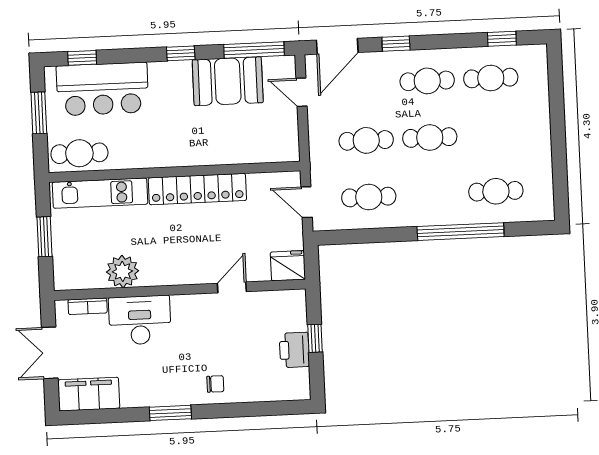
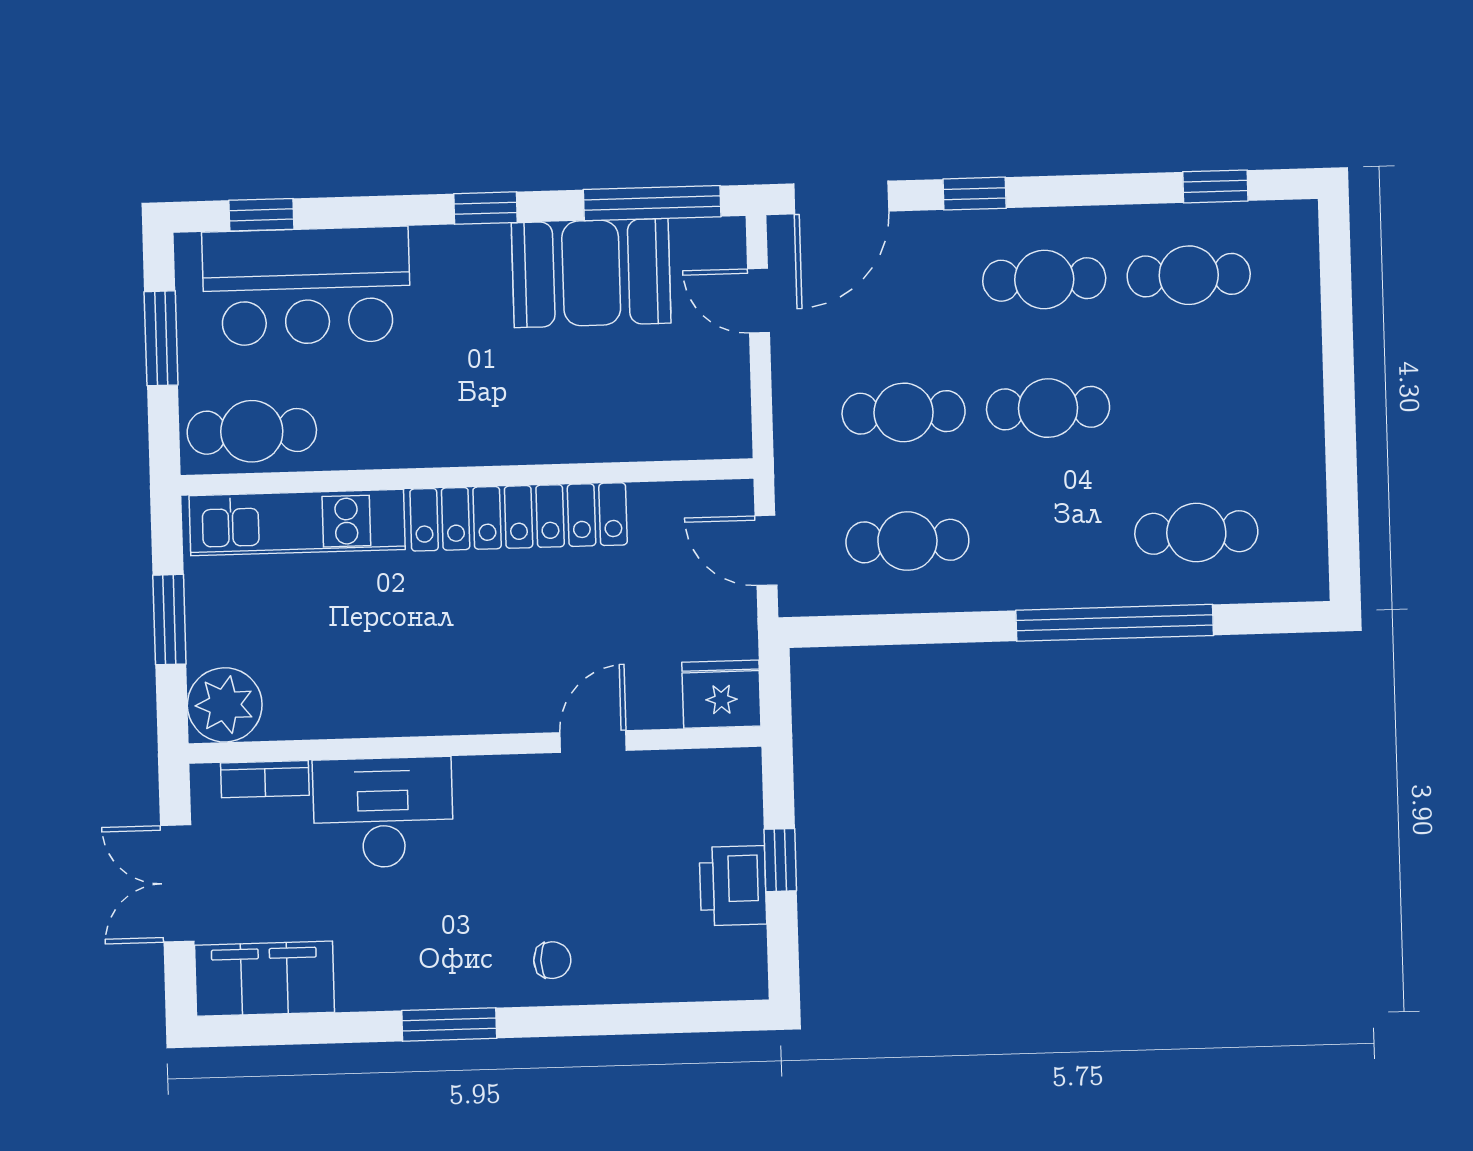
plant: (123, 271) -> (225, 705), moved

